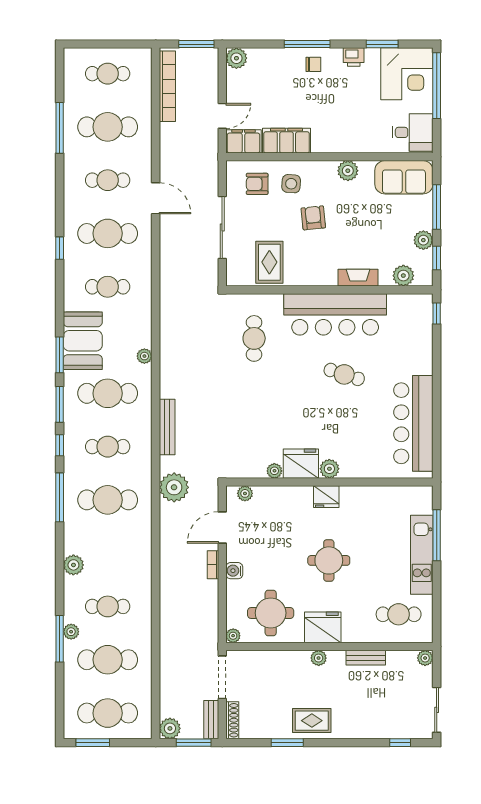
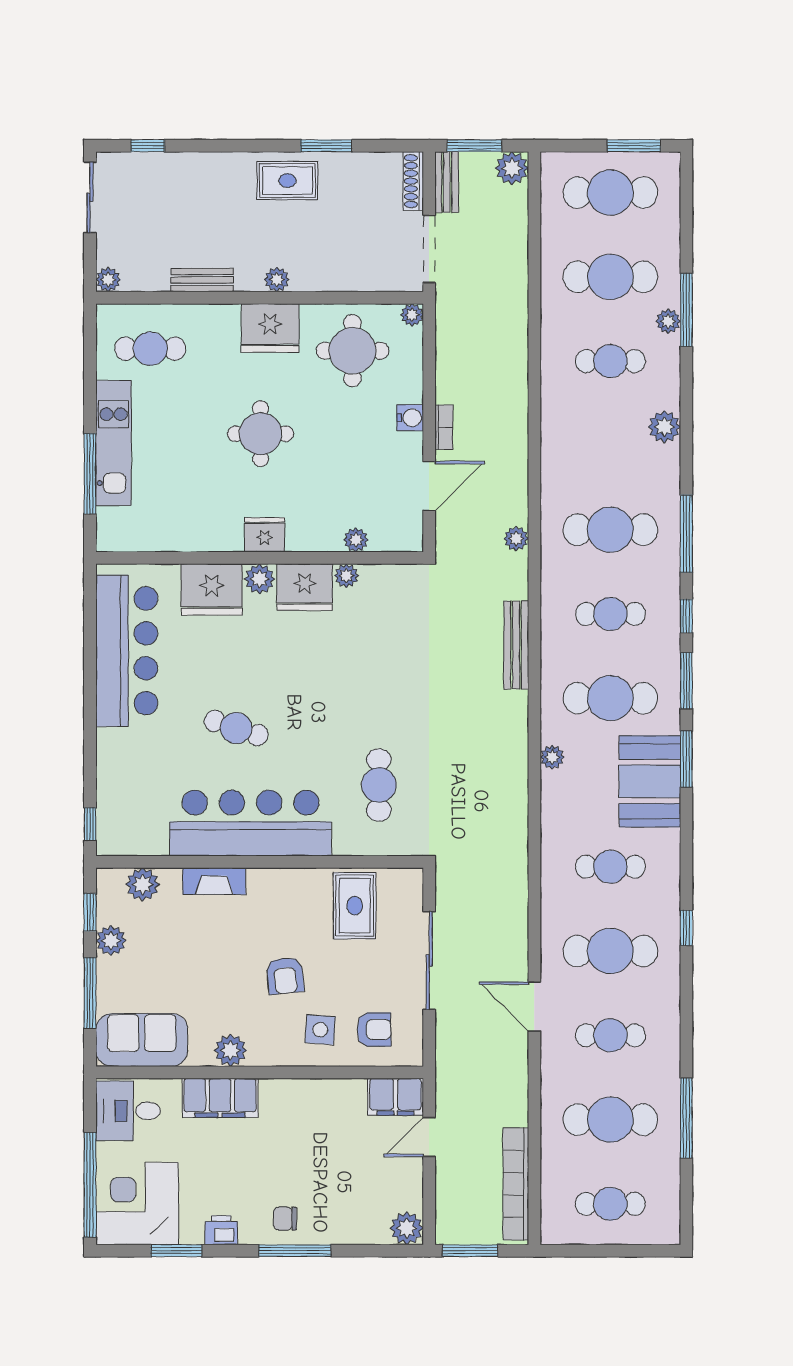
filing cabinet: (286, 141) -> (220, 1098), moved
fridge: (360, 462) -> (212, 589), added
plant: (174, 487) -> (516, 539), width x0.53, depth x0.53
plant: (245, 493) -> (356, 540), moved

